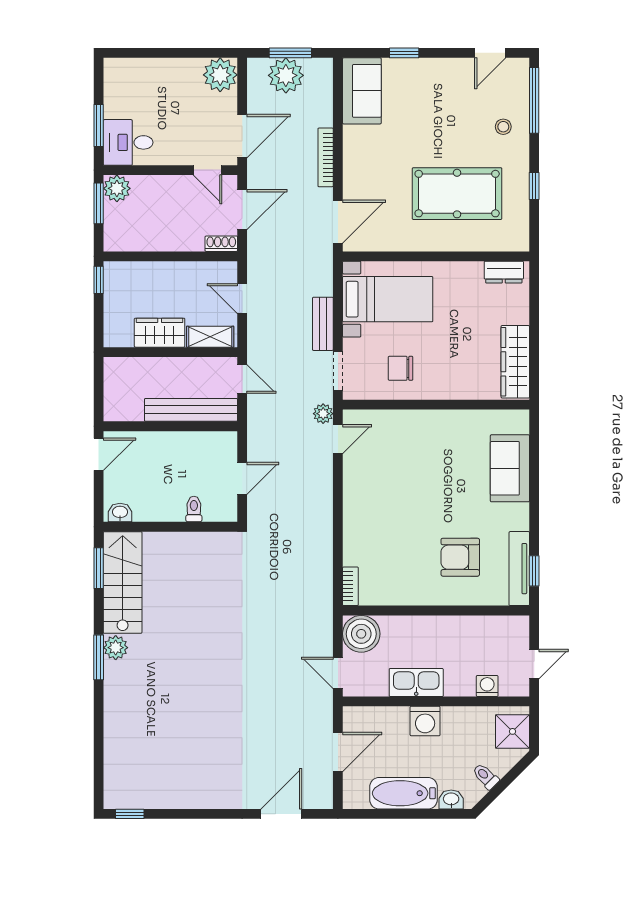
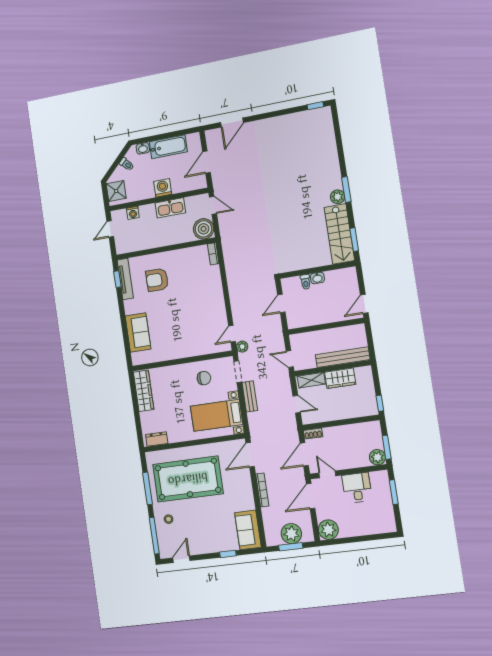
desk: (128, 142) -> (357, 488), moved, turned -90
window: (534, 186) -> (147, 488), width x2.17
pool table: (457, 194) -> (188, 479), width x1.36, depth x1.32
bench: (191, 410) -> (343, 357), moved
washbasin: (120, 512) -> (317, 278), moved
armchair: (460, 557) -> (157, 280), turned 180

